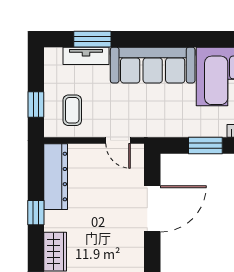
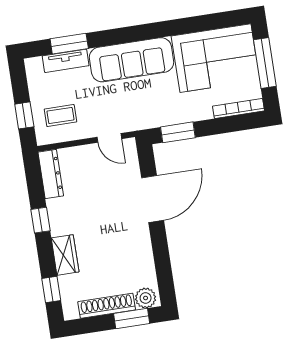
coffee table: (72, 110) -> (60, 116), turned 90
window: (205, 146) -> (178, 132), moved
dresser: (56, 177) -> (51, 174), width x0.73, depth x0.80

